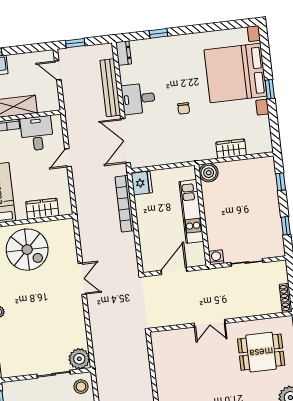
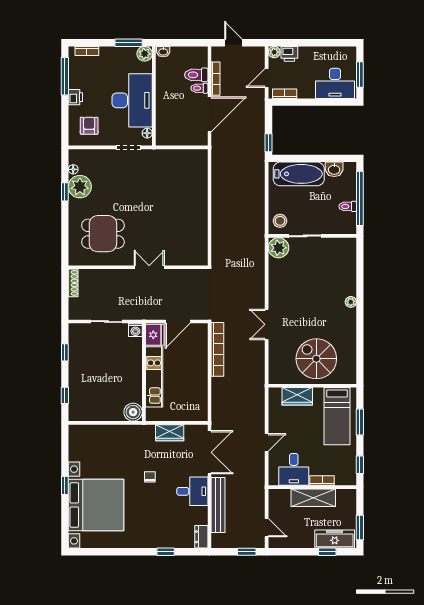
wardrobe: (231, 149) -> (170, 433), moved
fridge: (142, 183) -> (155, 335), moved, turned 180
bookcase: (125, 204) -> (217, 349), moved

